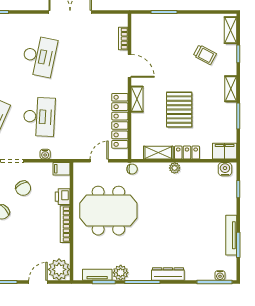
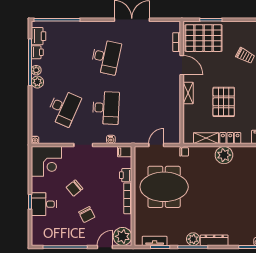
pallet: (155, 34) -> (204, 38), added
locker: (120, 121) -> (174, 111), removed
plant: (175, 168) -> (224, 155), width x1.87, depth x1.87
chair: (23, 188) -> (87, 215), moved
plant: (121, 273) -> (193, 239), moved

